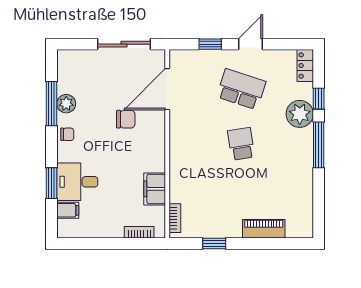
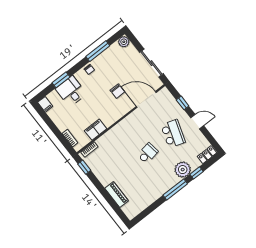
plant: (66, 104) -> (124, 42), moved
filing cabinet: (68, 210) -> (45, 104), moved
window: (214, 244) -> (84, 167), moved

